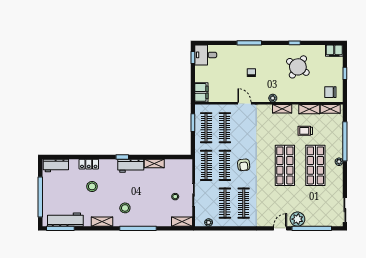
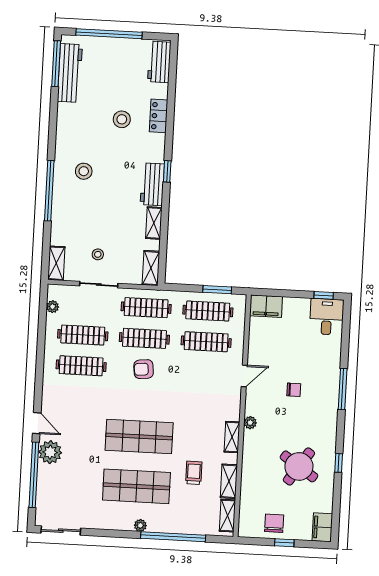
chair: (330, 92) -> (274, 523), moved
shelving: (102, 222) -> (151, 268), moved

